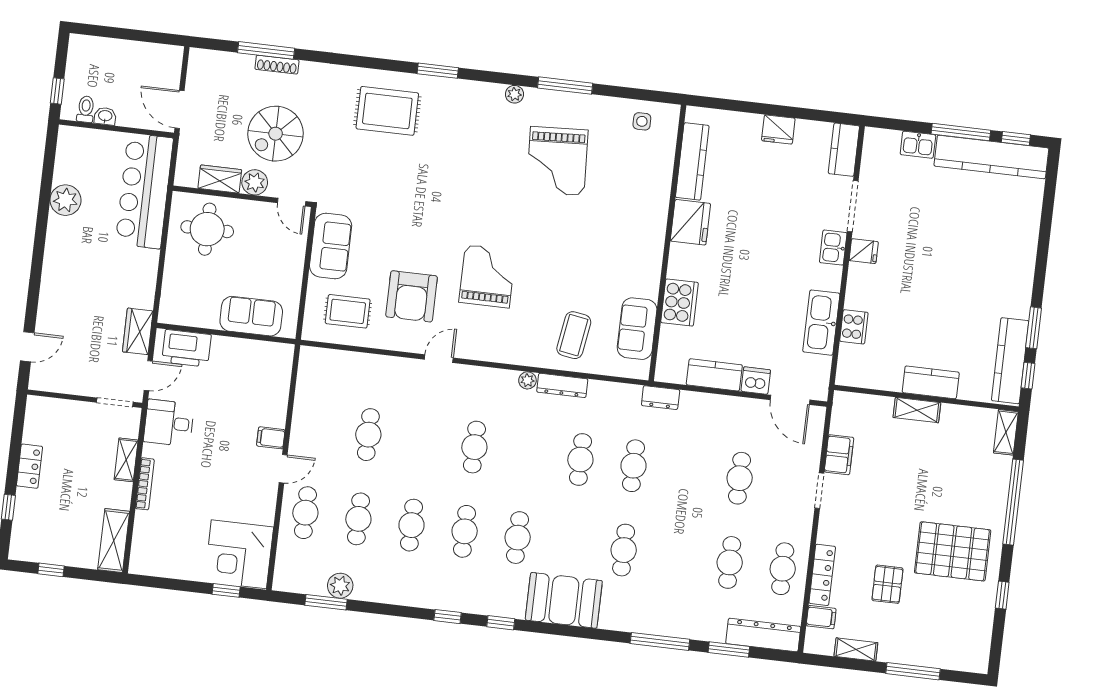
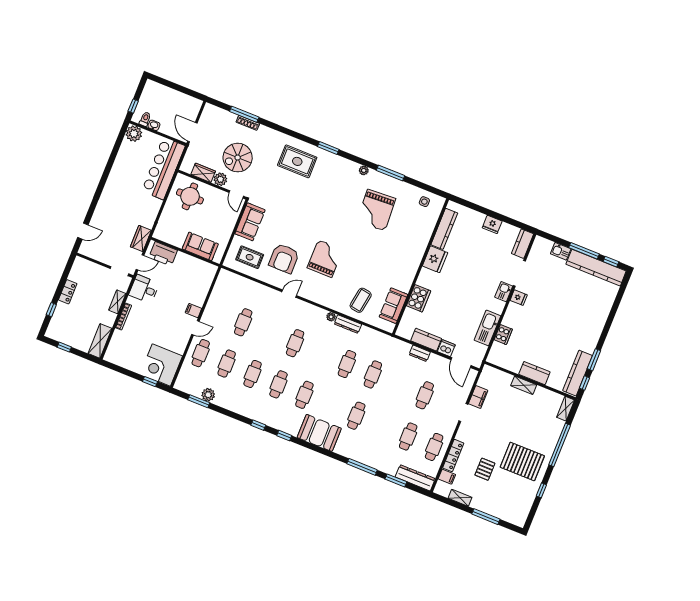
plant: (65, 200) -> (134, 134), moved
dresser: (661, 398) -> (420, 353), moved

